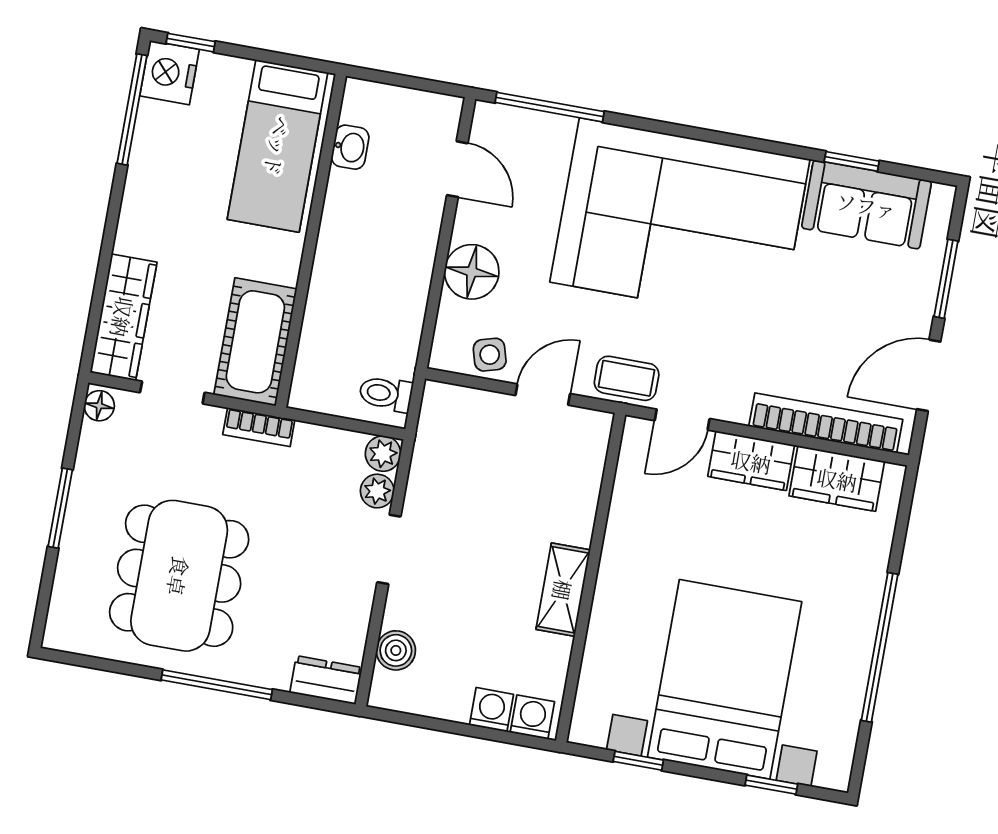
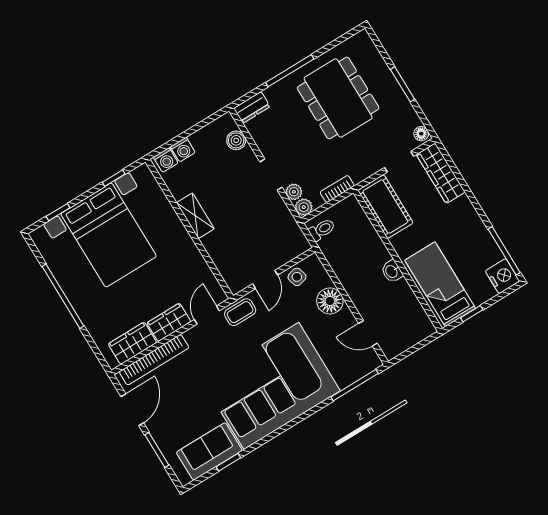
window: (191, 43) -> (472, 314), moved
washbasin: (350, 147) -> (392, 271), moved
bookcase: (259, 427) -> (337, 189), moved

